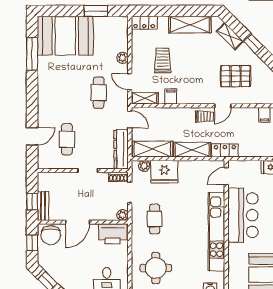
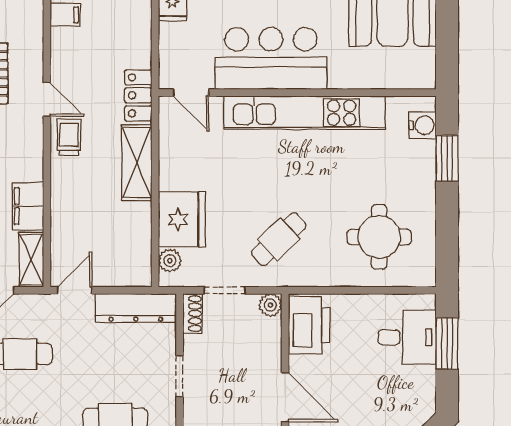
filing cabinet: (171, 97) -> (28, 206), width x2.00
shelving: (152, 149) -> (135, 244), removed
cafe table: (155, 219) -> (279, 239), turned -43

